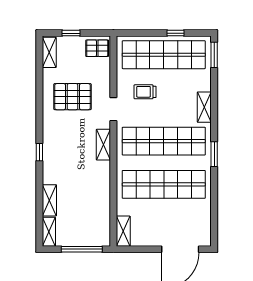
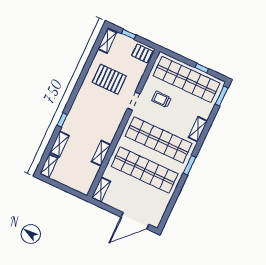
shelving: (103, 145) -> (101, 153), moved
window: (39, 152) -> (62, 120), moved
window: (82, 249) -> (66, 189), removed

